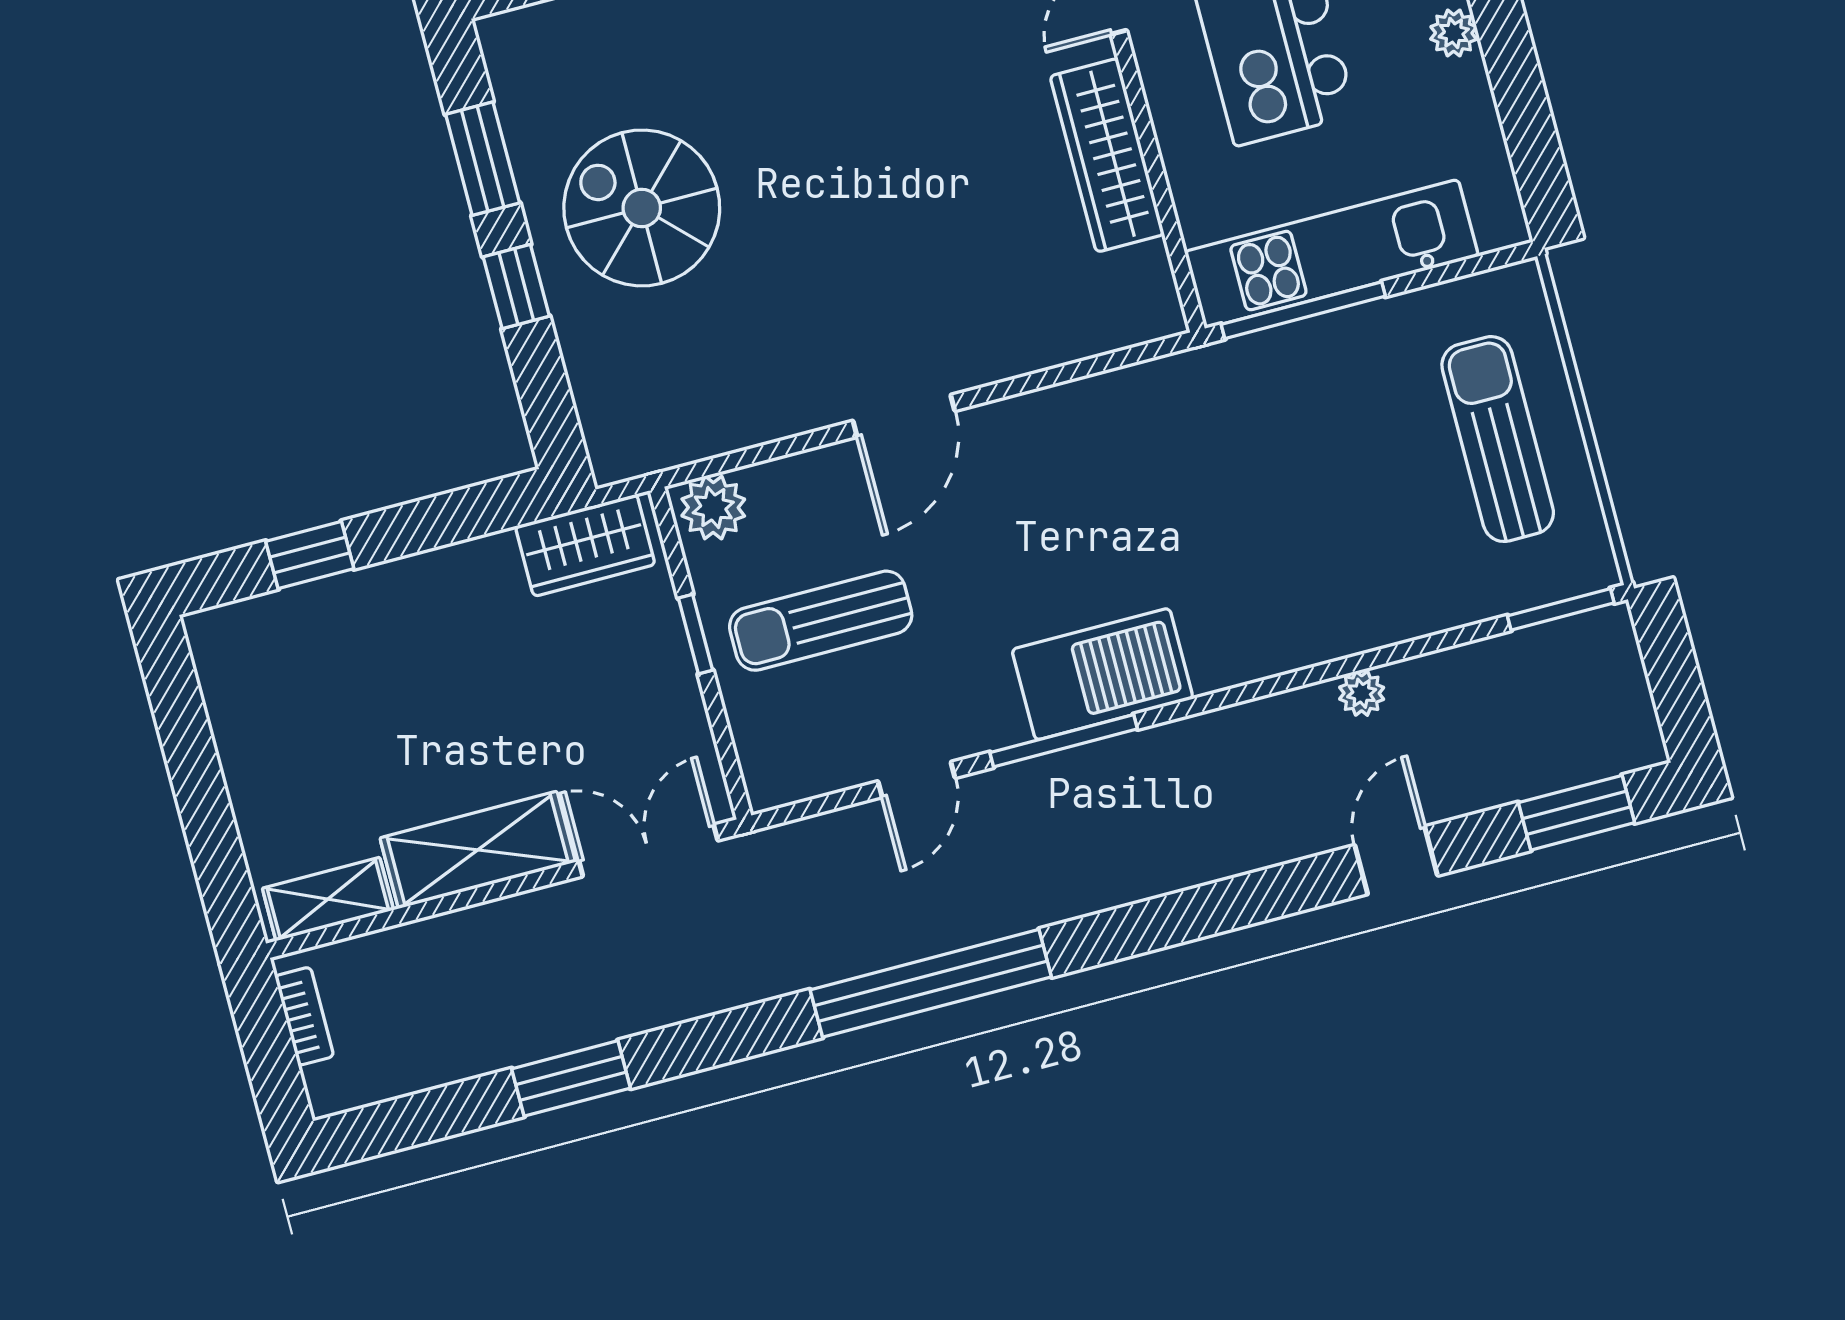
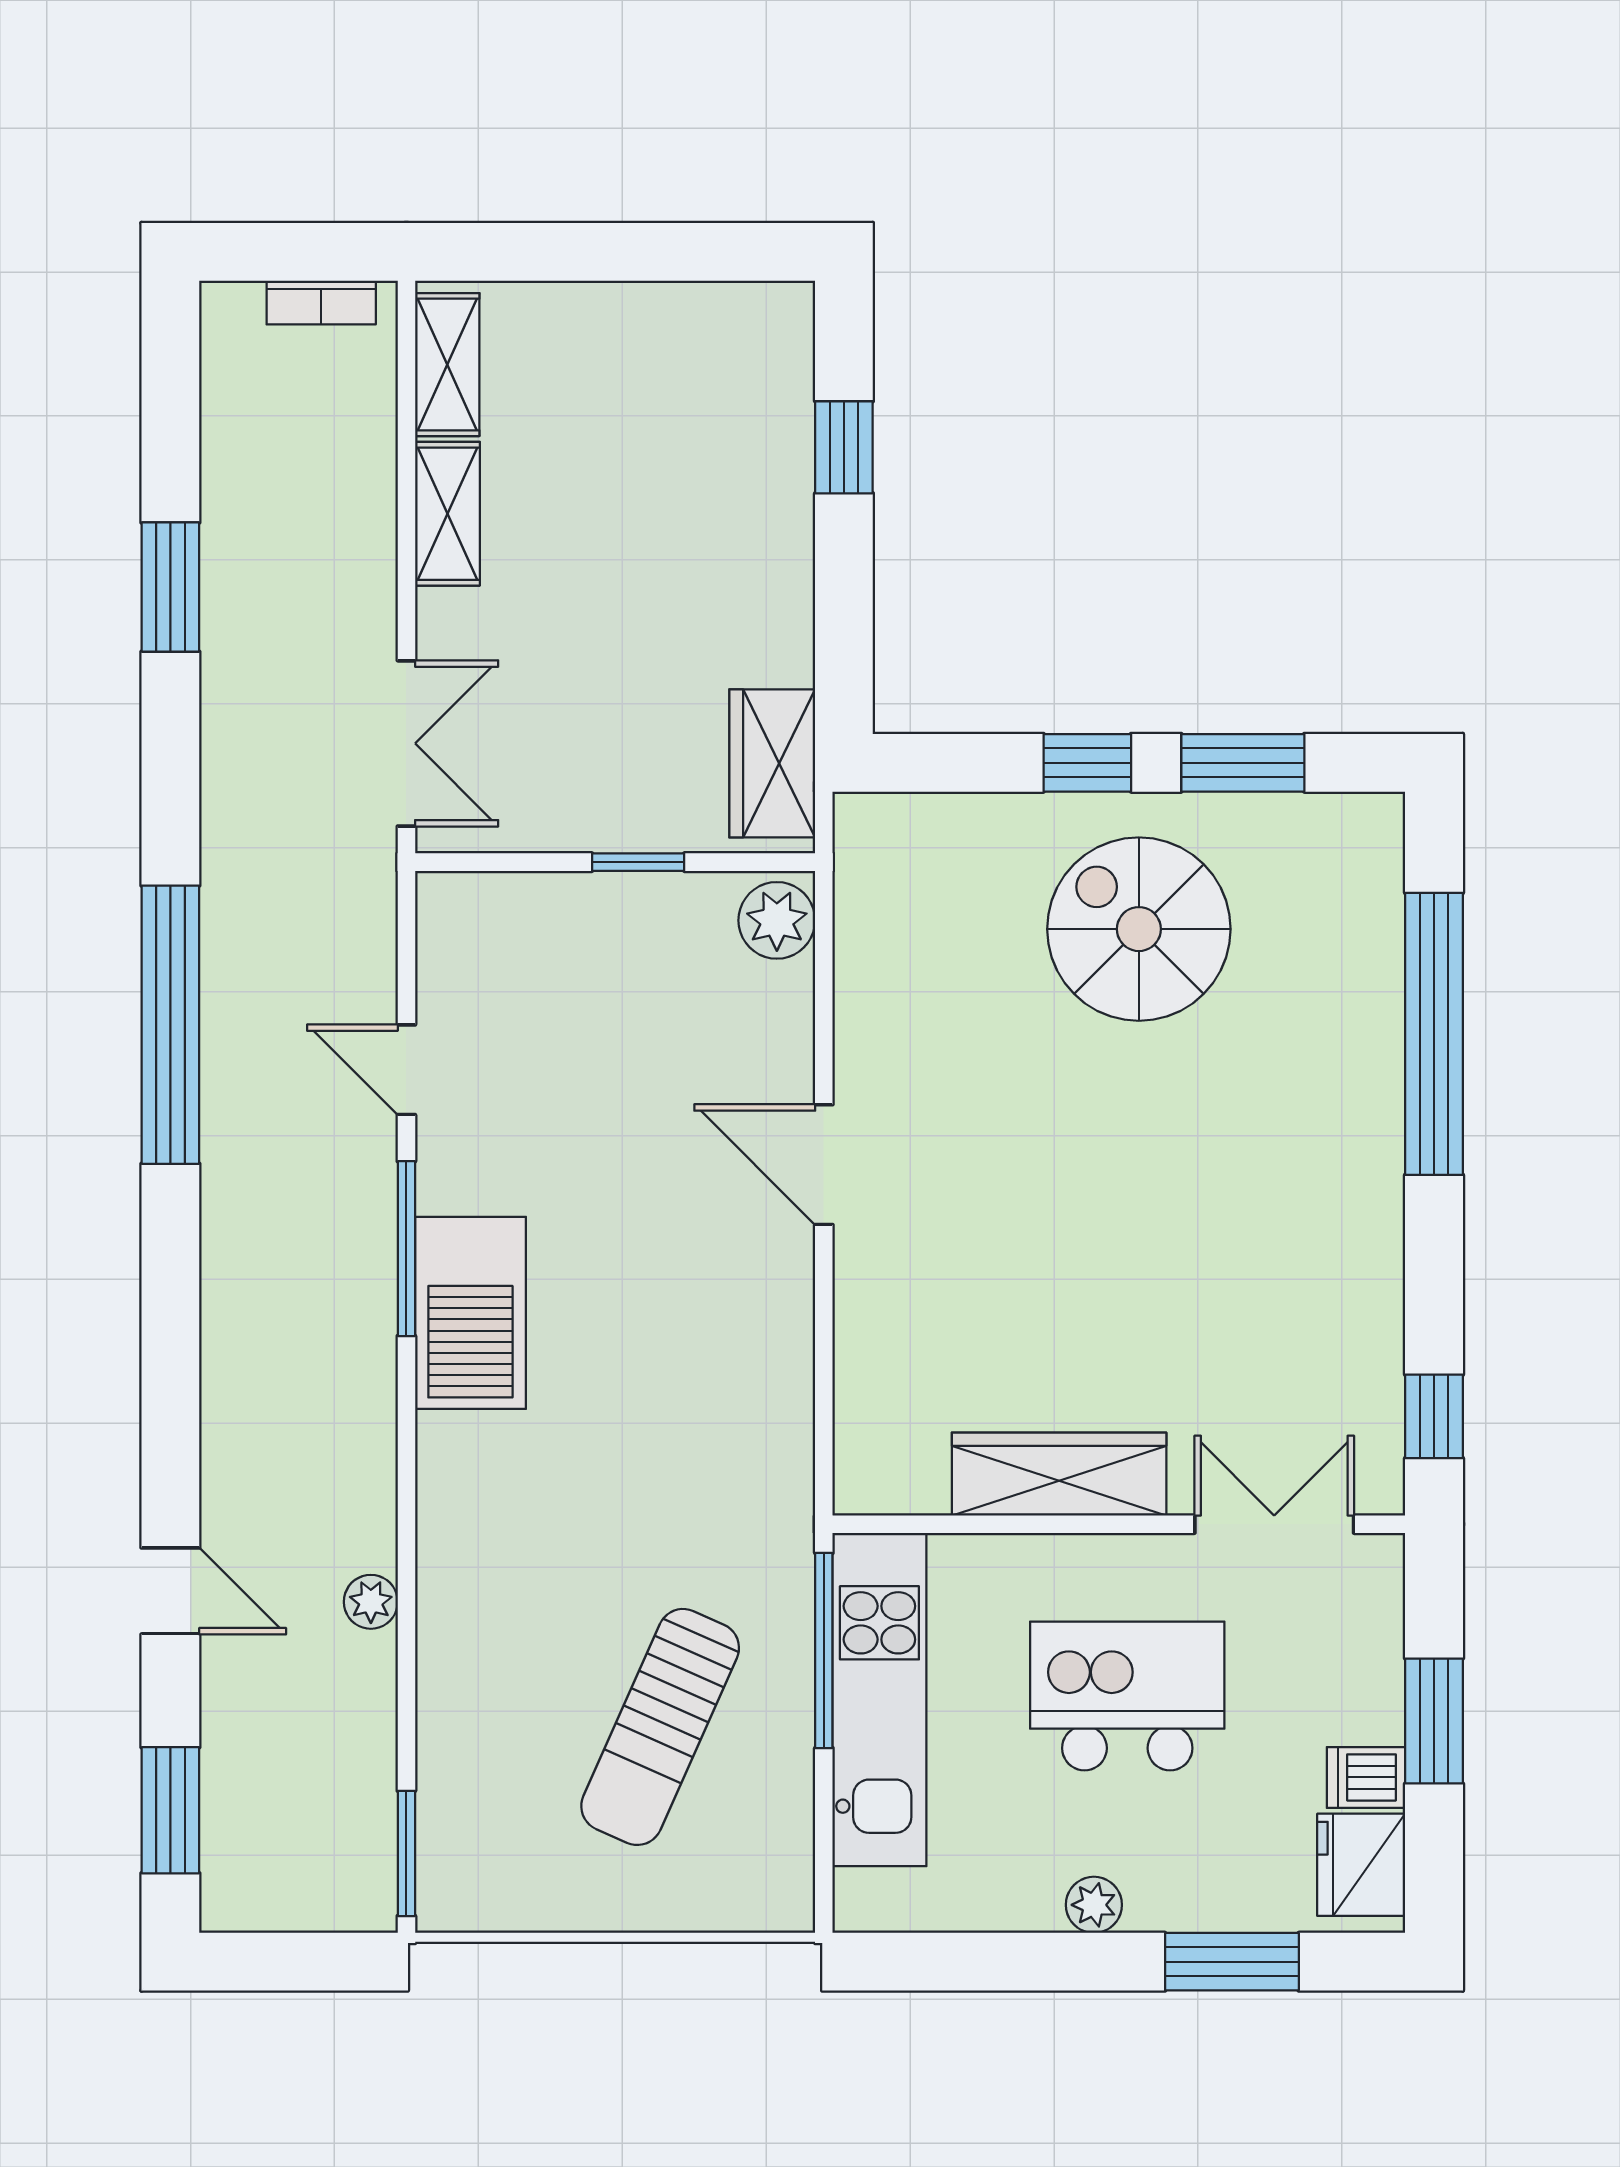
spiral stairs: (642, 208) -> (1139, 929), turned -90
sun lounger: (1498, 439) -> (660, 1727), moved, turned 114
sun lounger: (821, 621) -> (616, 1009), removed
shelving: (478, 850) -> (447, 514), width x0.67, depth x0.75

